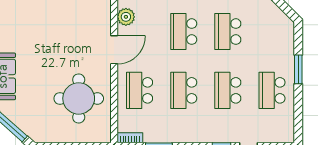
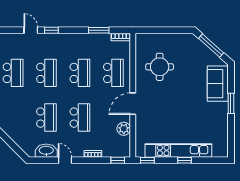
round table: (79, 98) -> (160, 67), width x0.73, depth x0.73

